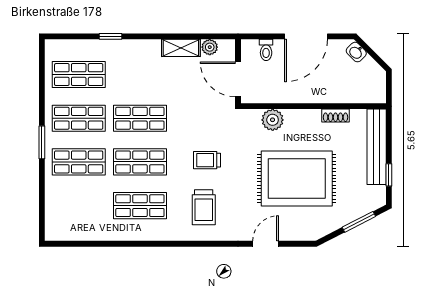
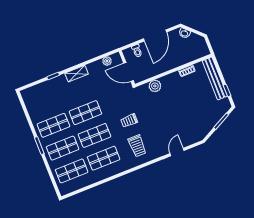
shelving: (181, 48) -> (77, 74), moved
shop shelf: (79, 75) -> (72, 171), moved
rug: (297, 178) -> (180, 111), removed

